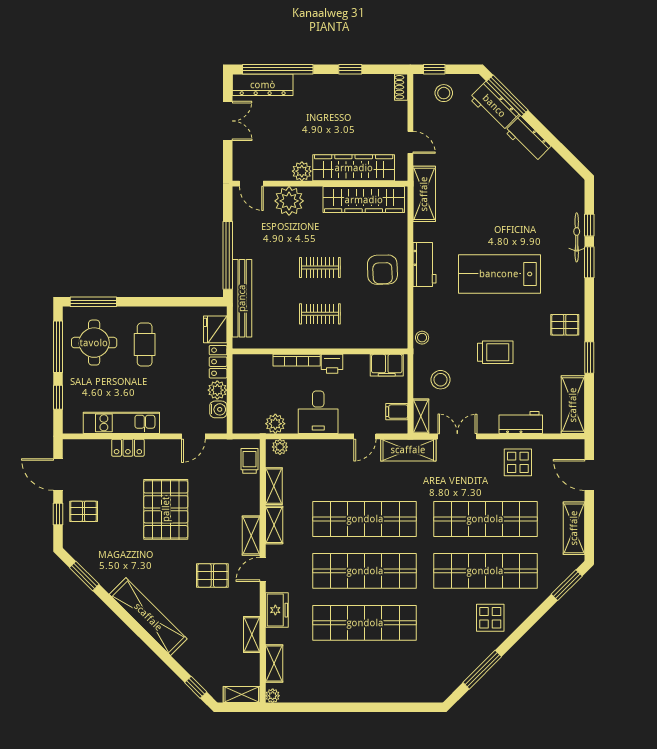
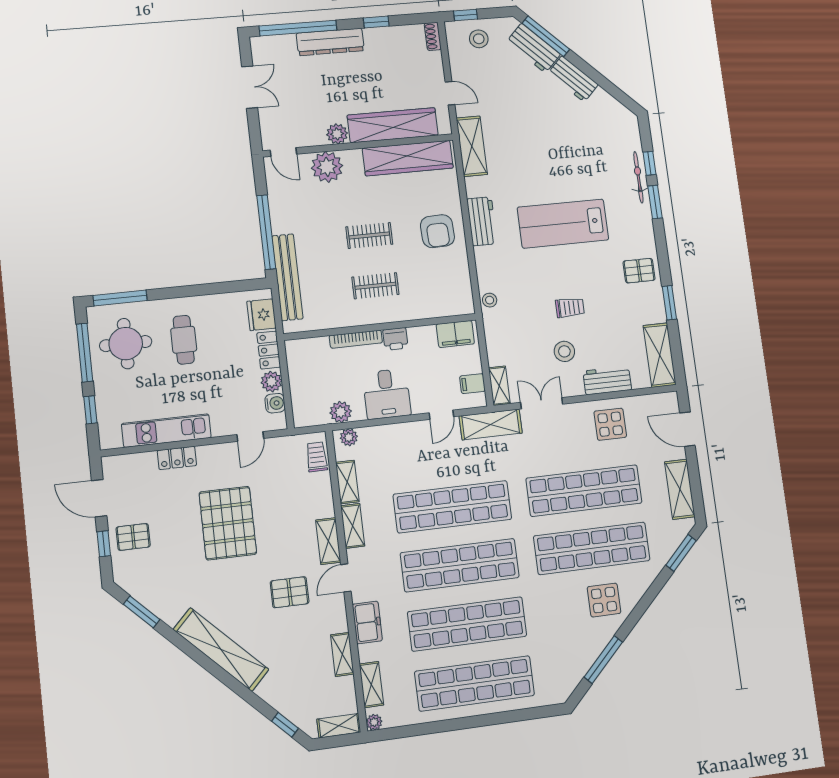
dresser: (263, 85) -> (330, 42), moved
trolley: (495, 352) -> (570, 308), width x0.73, depth x0.72
stool: (441, 380) -> (564, 351), moved
shop shelf: (365, 675) -> (475, 683), added

